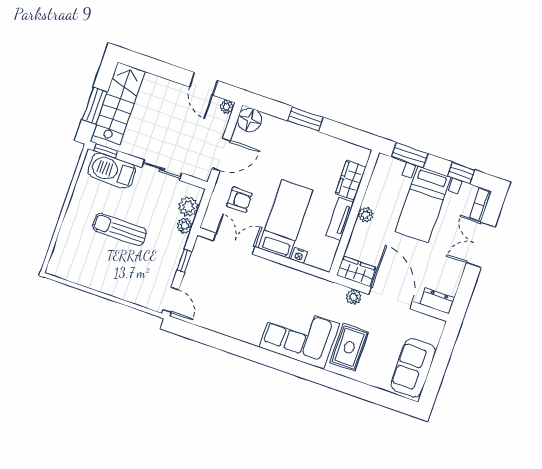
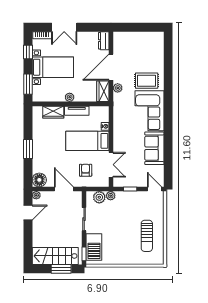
sun lounger: (119, 229) -> (147, 236), moved
double door: (234, 244) -> (111, 165), swing flipped
door: (171, 300) -> (154, 189), hinge flipped
sofa: (413, 368) -> (154, 148), moved, turned 90

